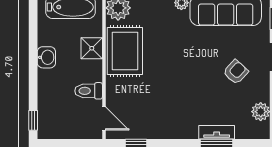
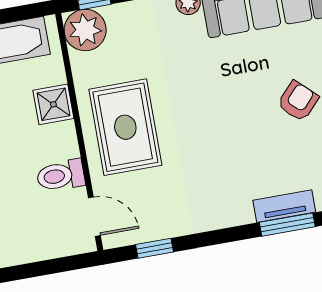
rug: (125, 51) -> (125, 127), moved

